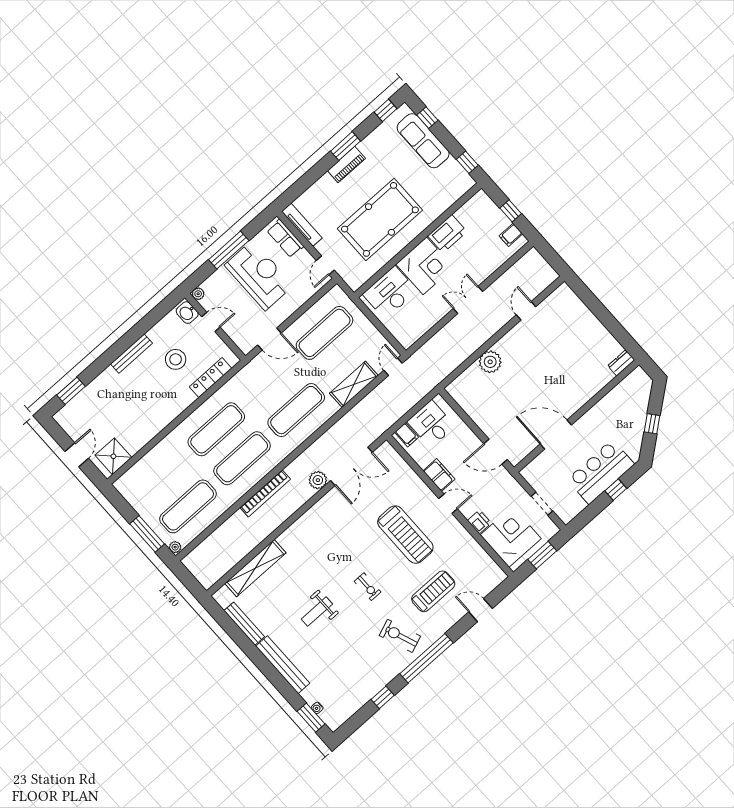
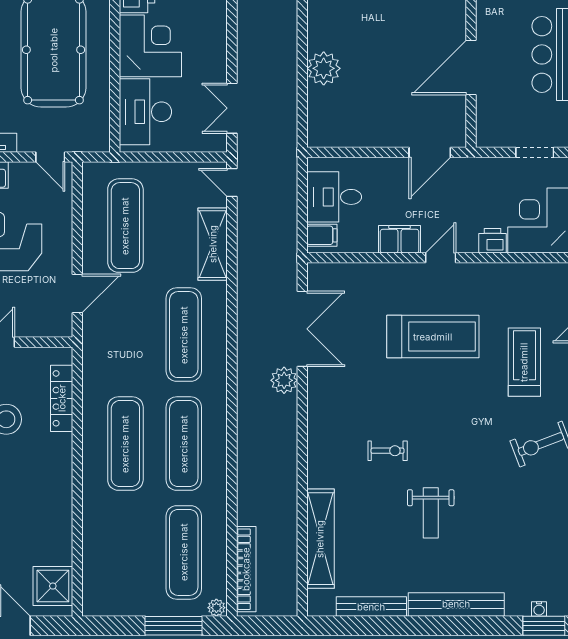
double door: (468, 300) -> (232, 108), moved
bookcase: (265, 493) -> (246, 569), moved
exercise bike: (368, 587) -> (388, 451), moved

